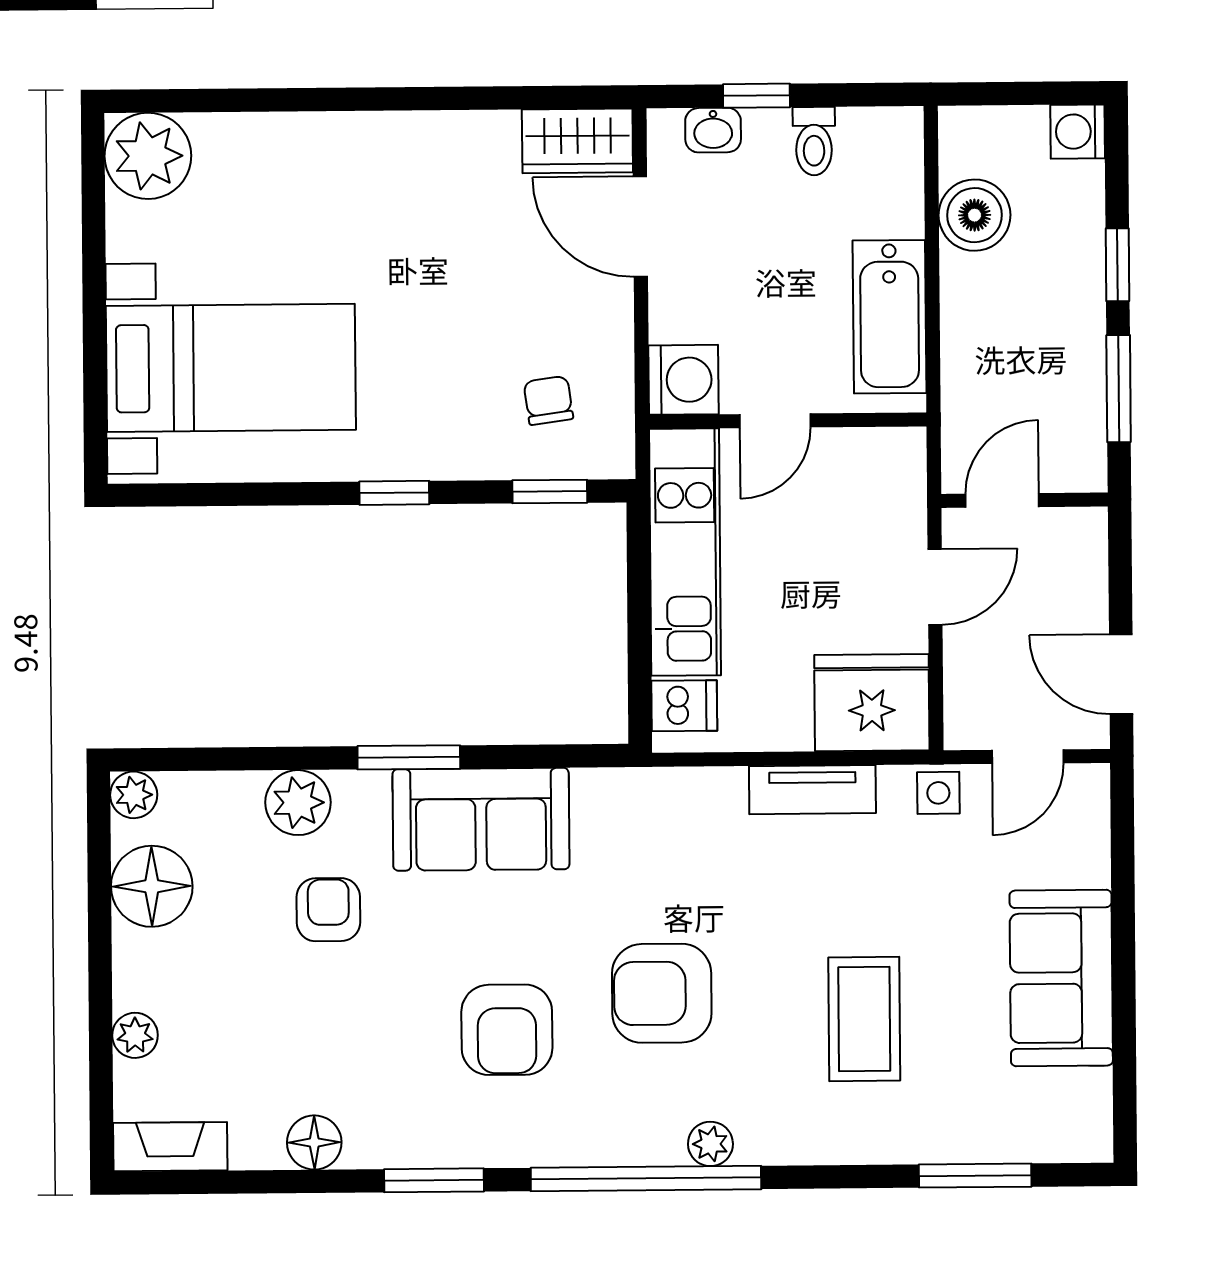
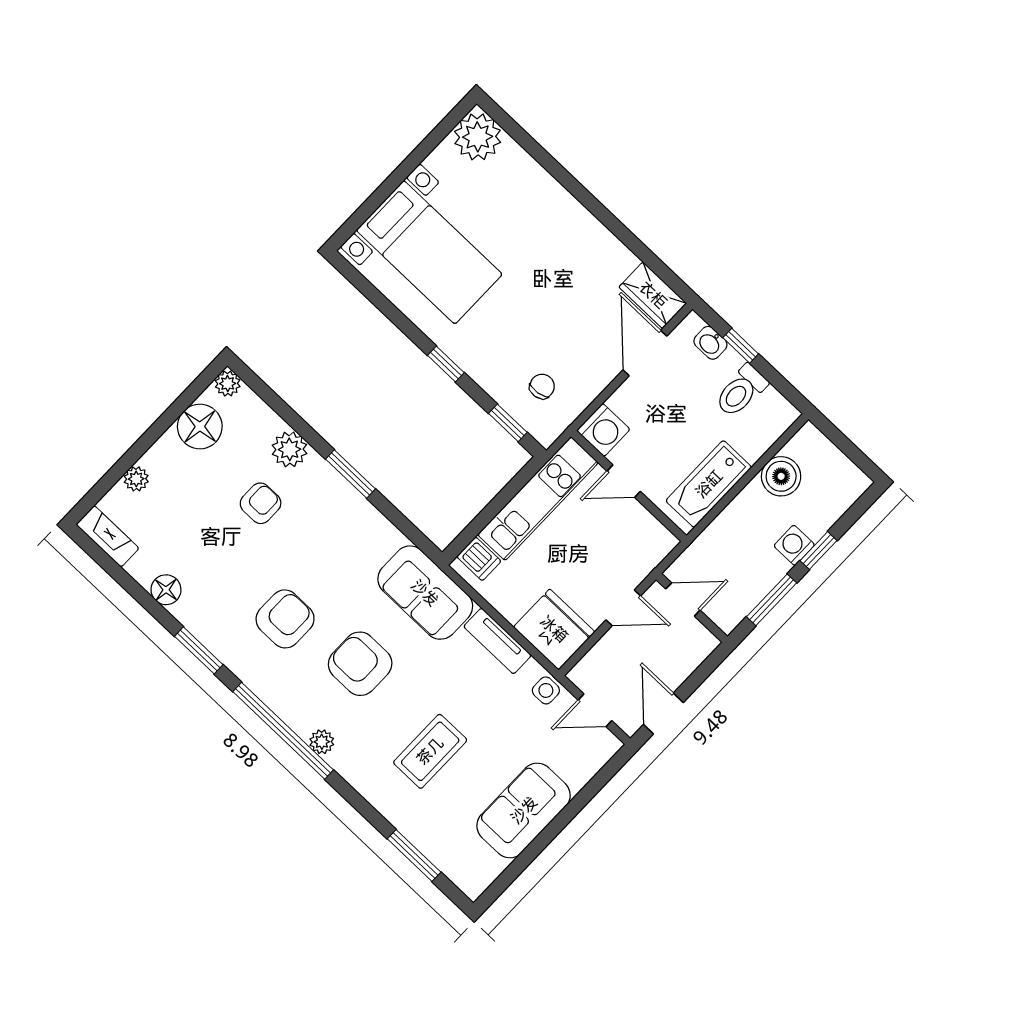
washing machine: (1078, 132) -> (794, 545), moved
toilet: (814, 141) -> (741, 391), width x1.37, depth x1.39
sofa: (481, 819) -> (425, 593), moved
armchair: (507, 1030) -> (285, 619), turned 180

